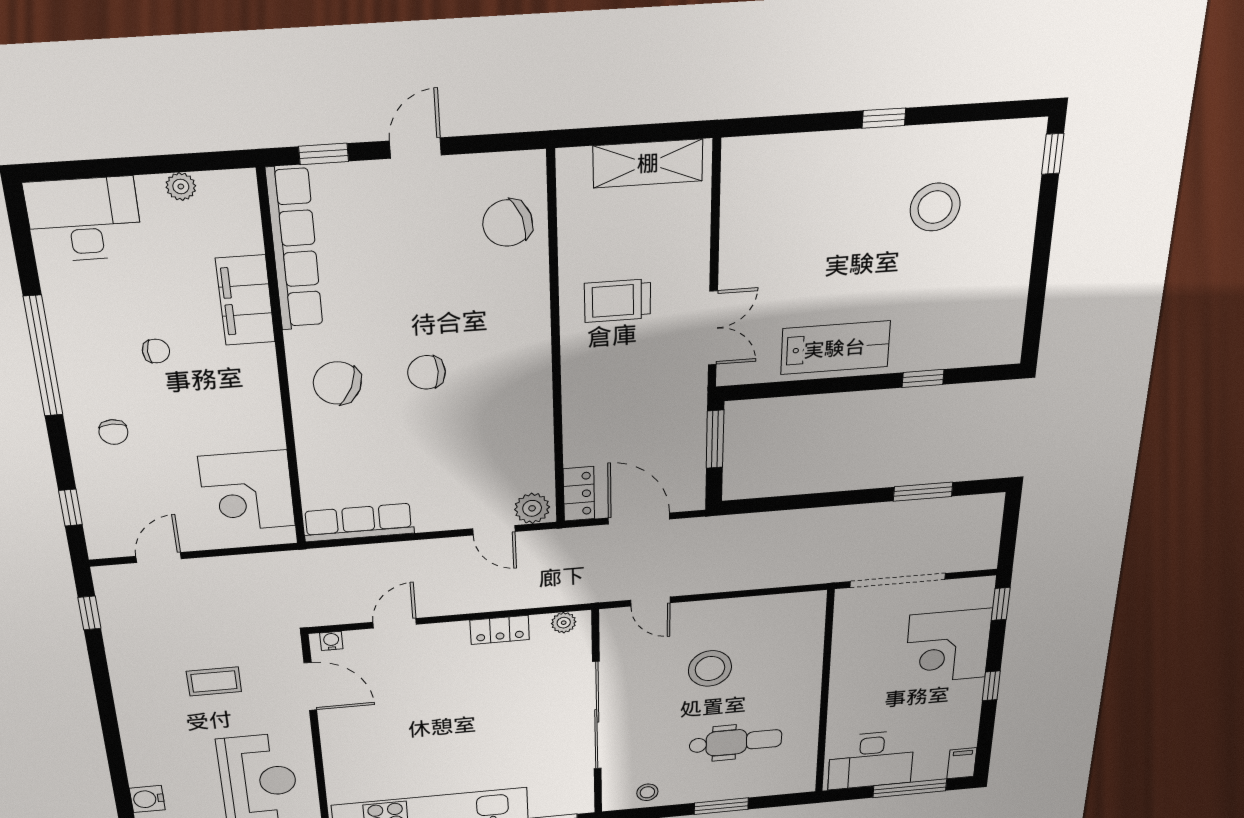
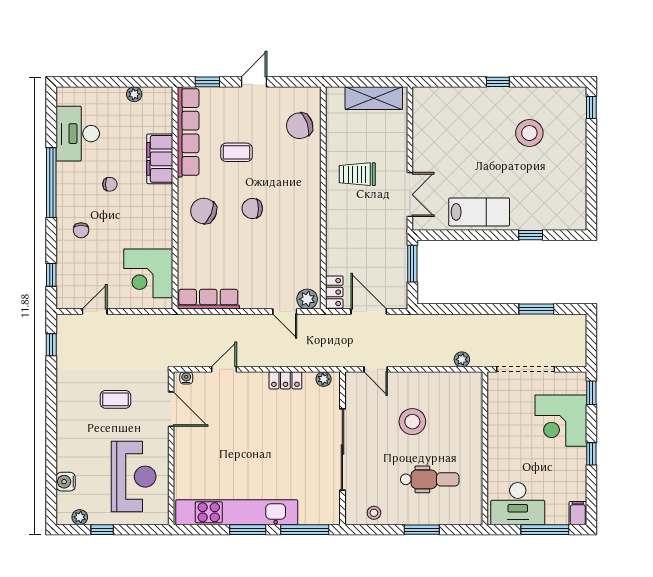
desk: (84, 219) -> (78, 134), moved, turned -90
coffee table: (390, 279) -> (236, 152), added
plant: (794, 575) -> (462, 359), added

